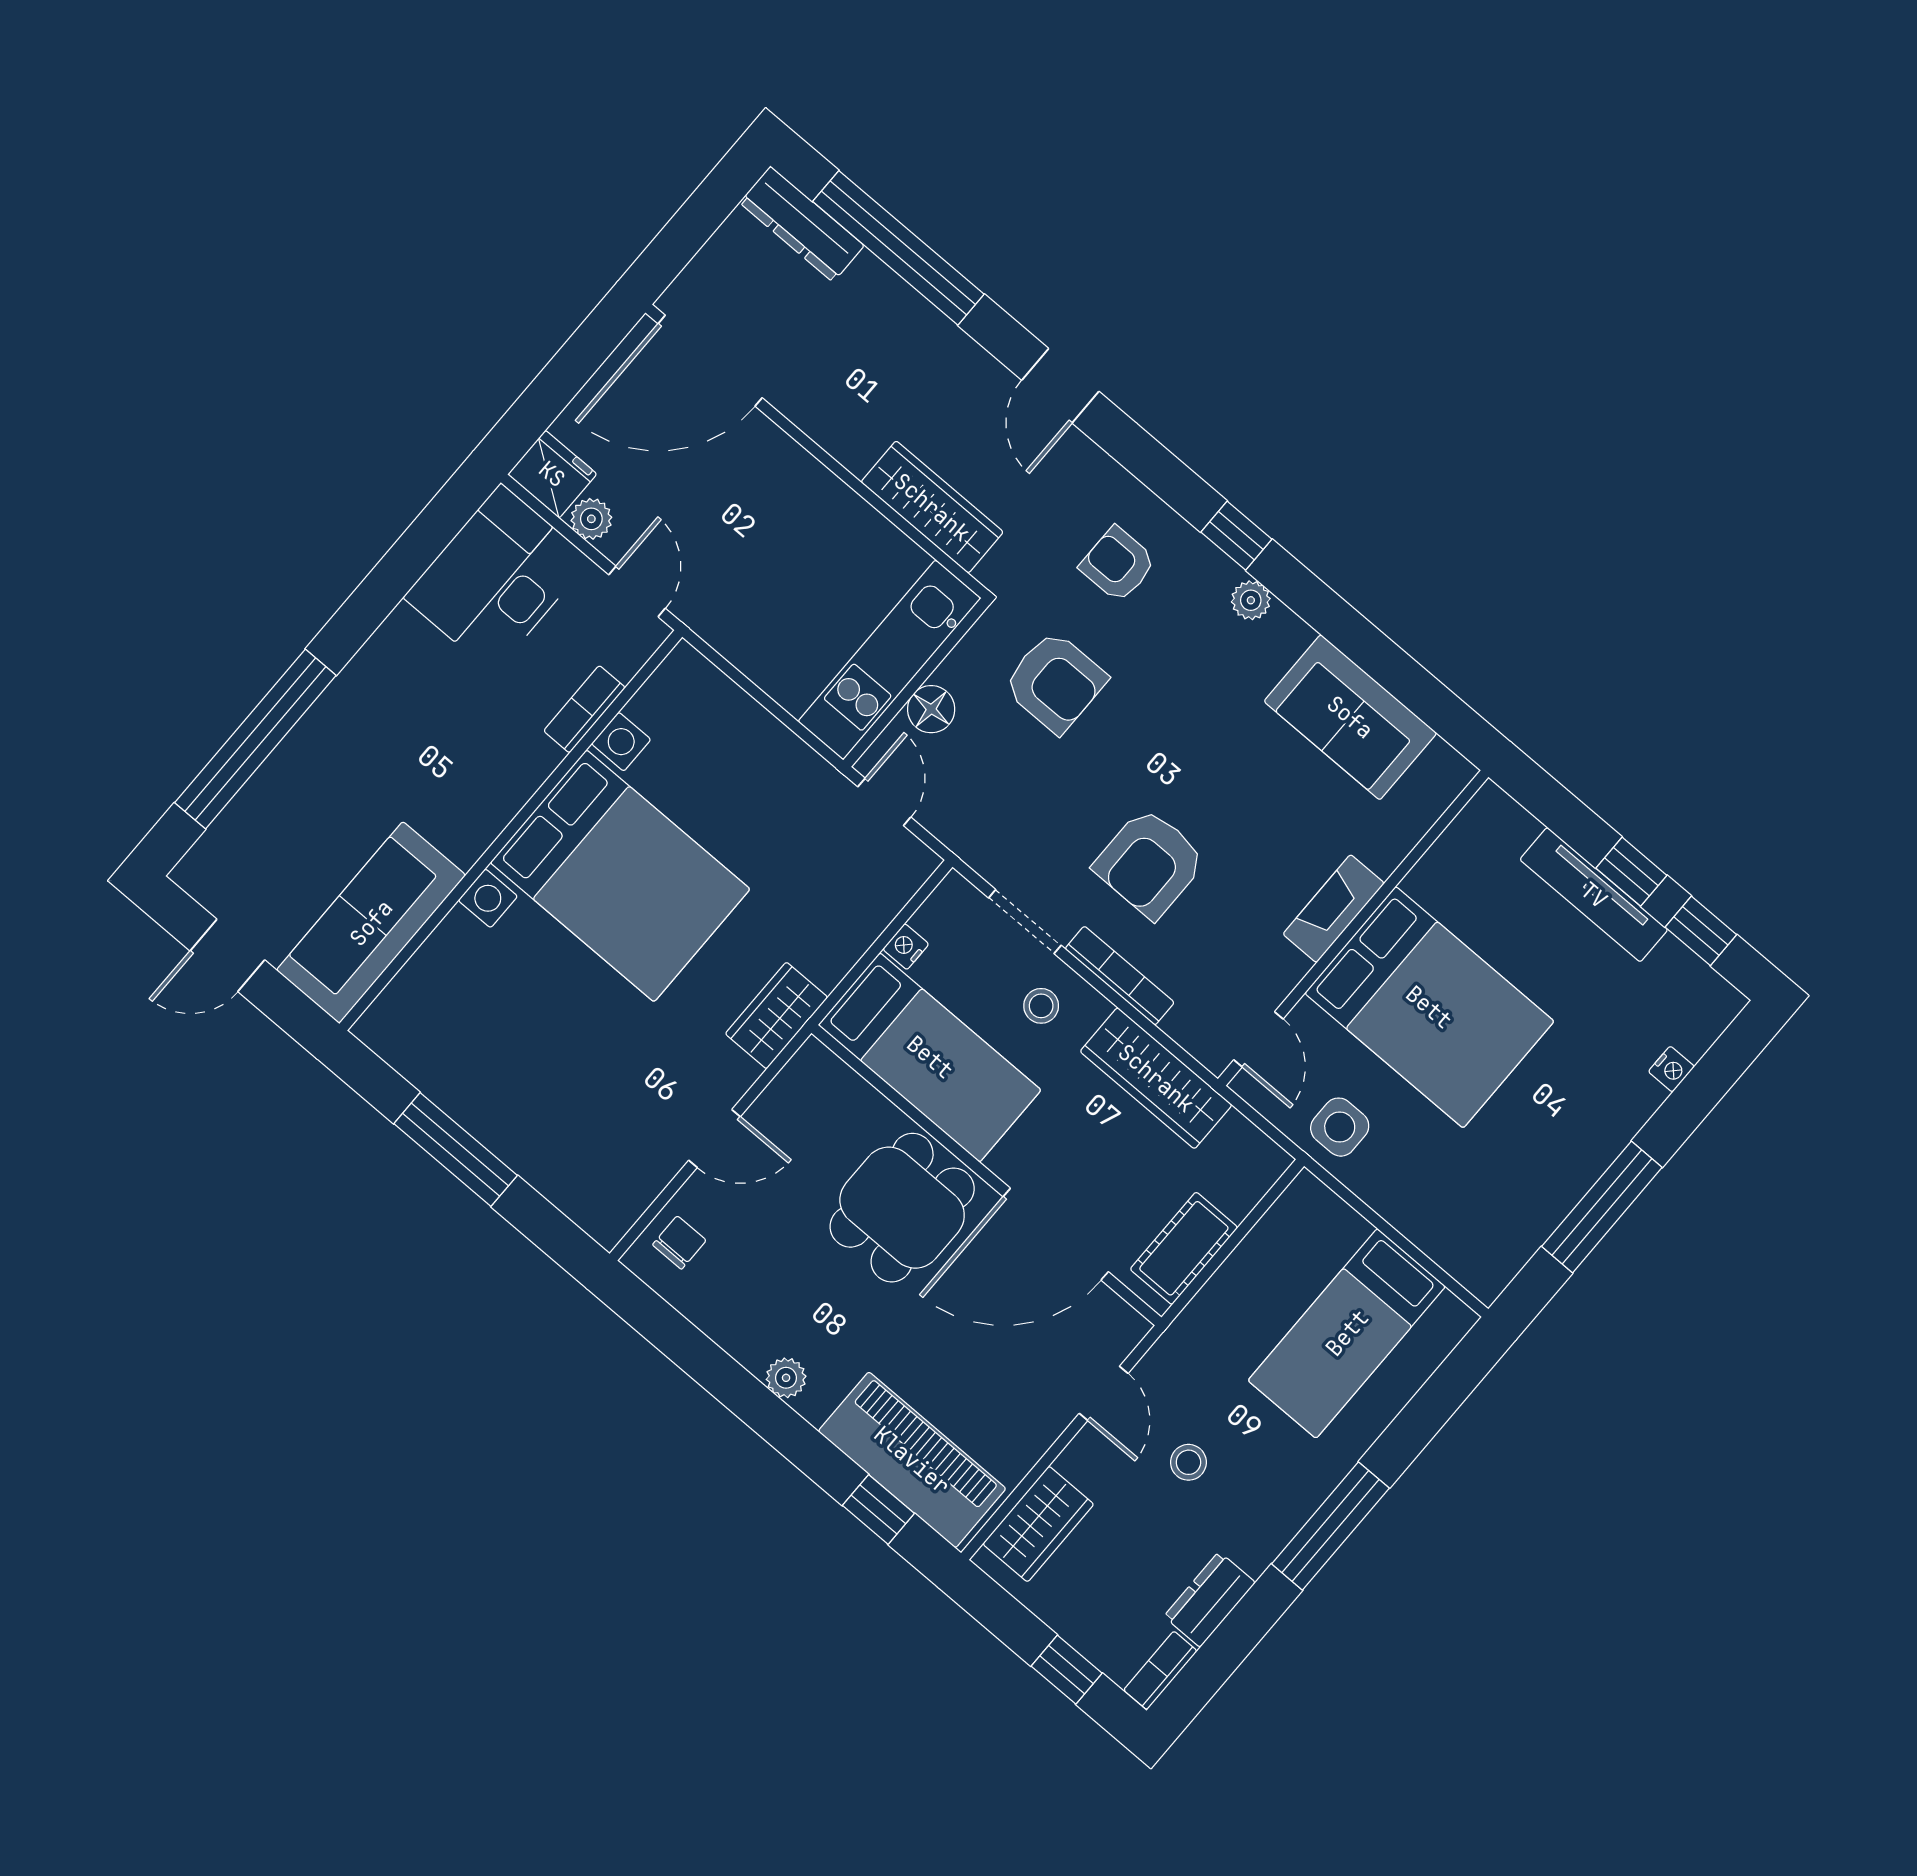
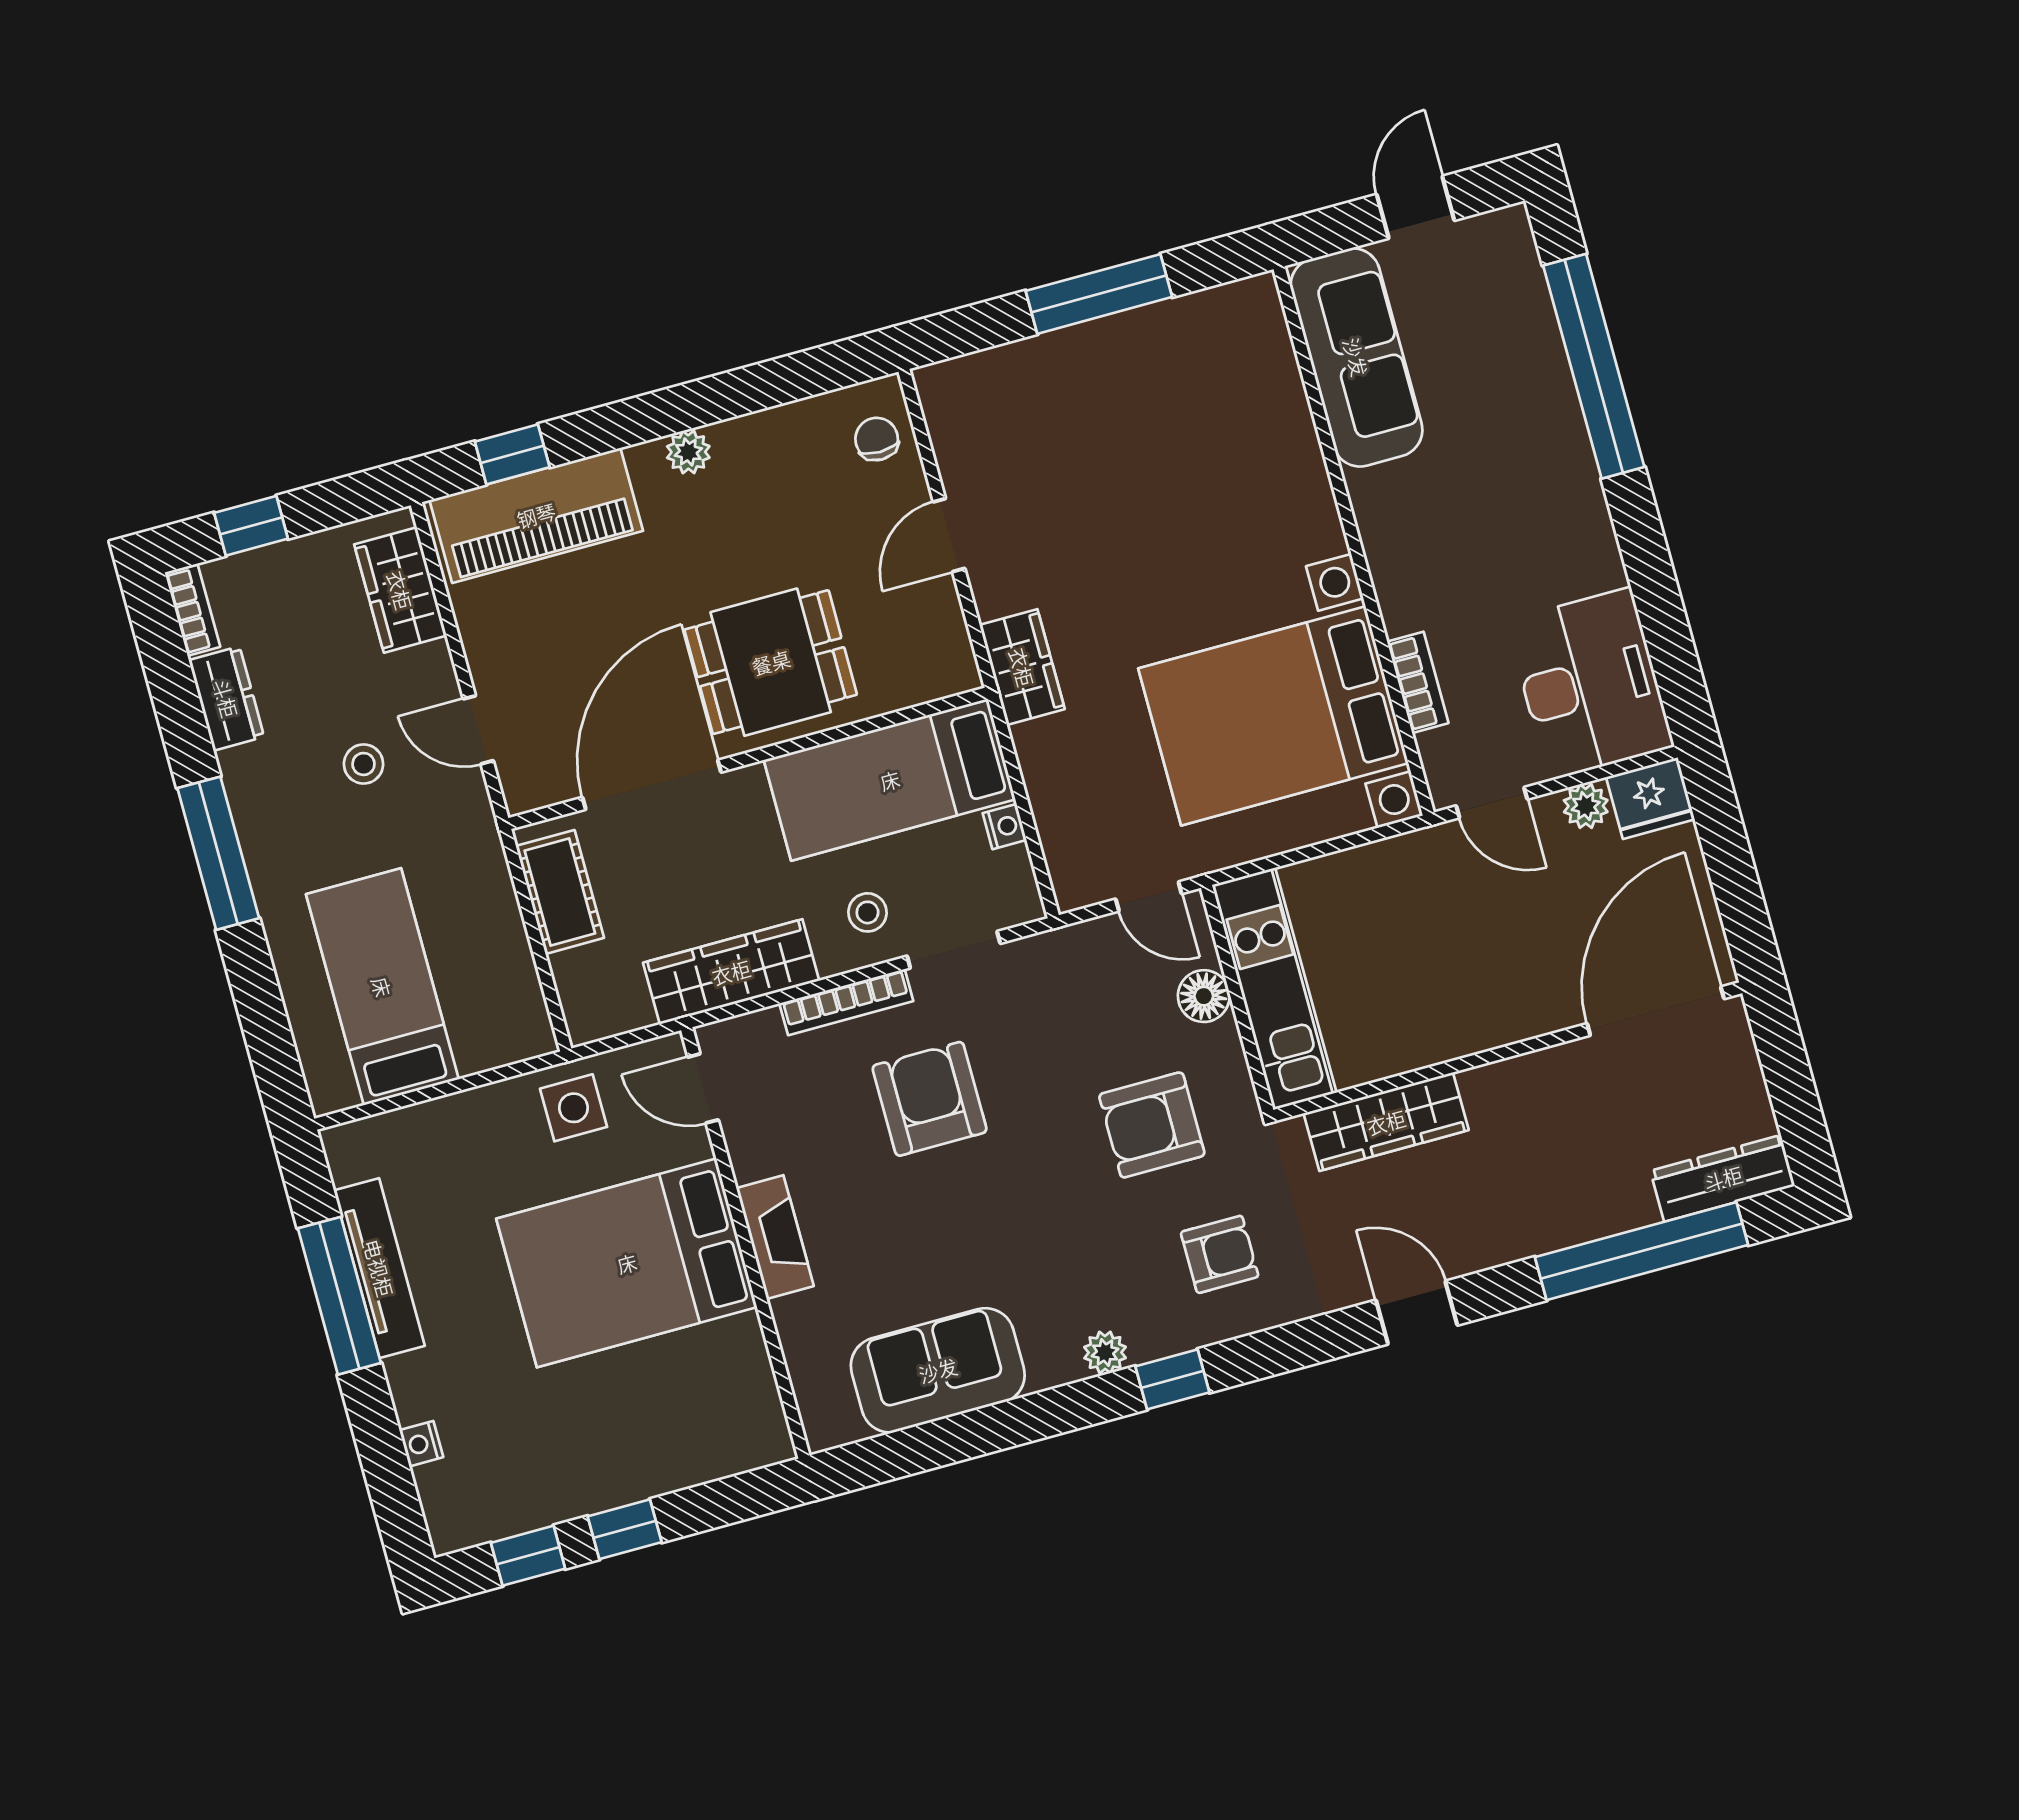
bed with nightstands: (620, 876) -> (1273, 716), moved
tv unit: (1594, 895) -> (379, 1268), moved, turned 90
dining table: (902, 1208) -> (771, 662), turned 90
chair: (679, 1243) -> (877, 439), turned 180

